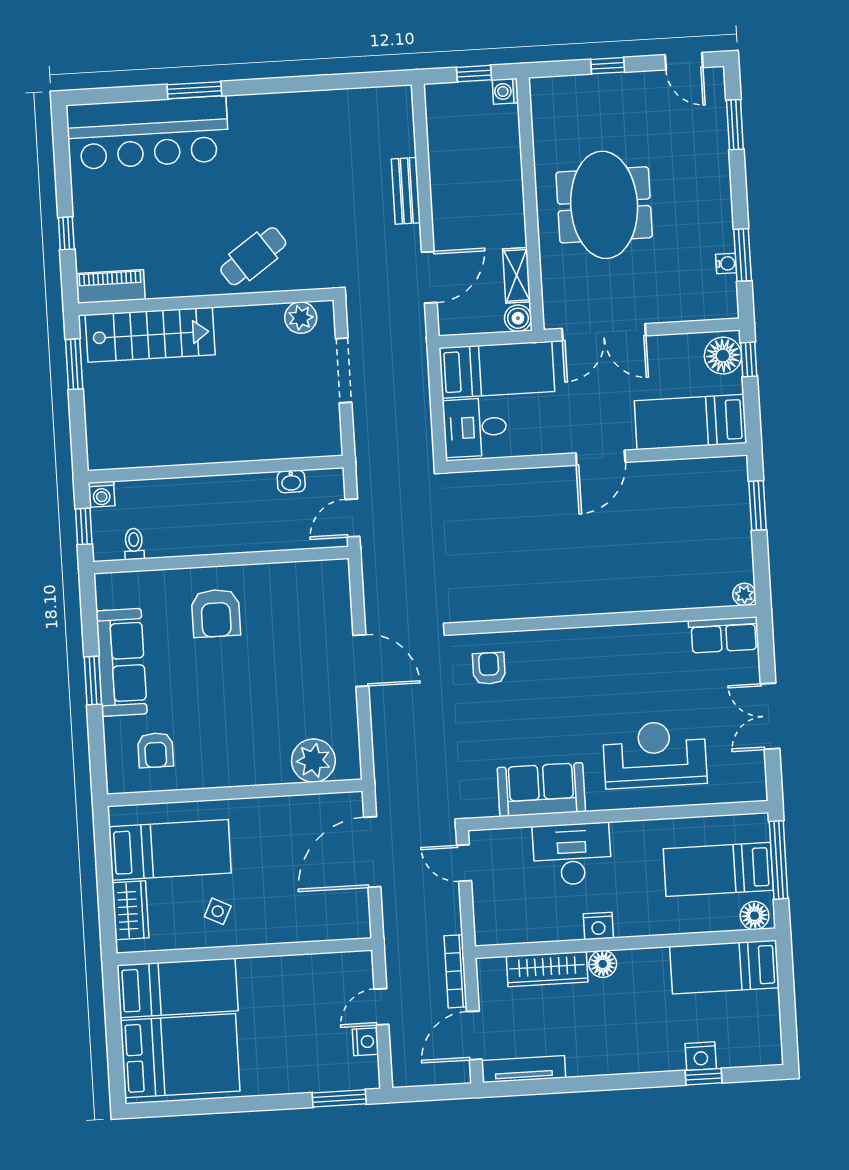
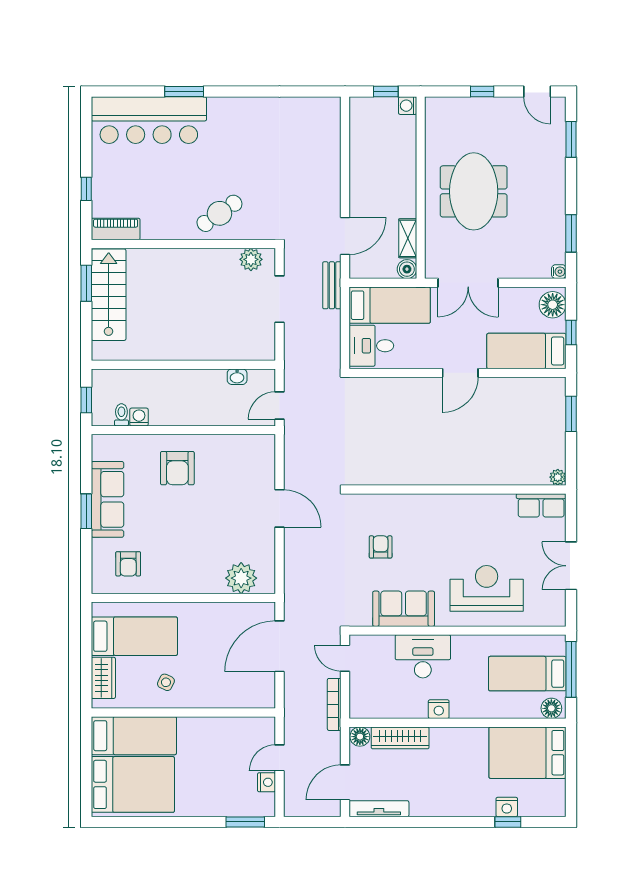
bench: (406, 191) -> (332, 285), moved
water cooler: (726, 263) -> (559, 272), moved
stairs: (150, 335) -> (109, 295), moved, turned -90
window: (749, 359) -> (571, 333), moved
washing machine: (102, 494) -> (139, 417), moved, turned 180
armchair: (489, 668) -> (381, 547), moved
floor lamp: (603, 964) -> (360, 737), moved
bed: (724, 967) -> (528, 753), width x1.50
bookcase: (455, 971) -> (334, 704), moved

